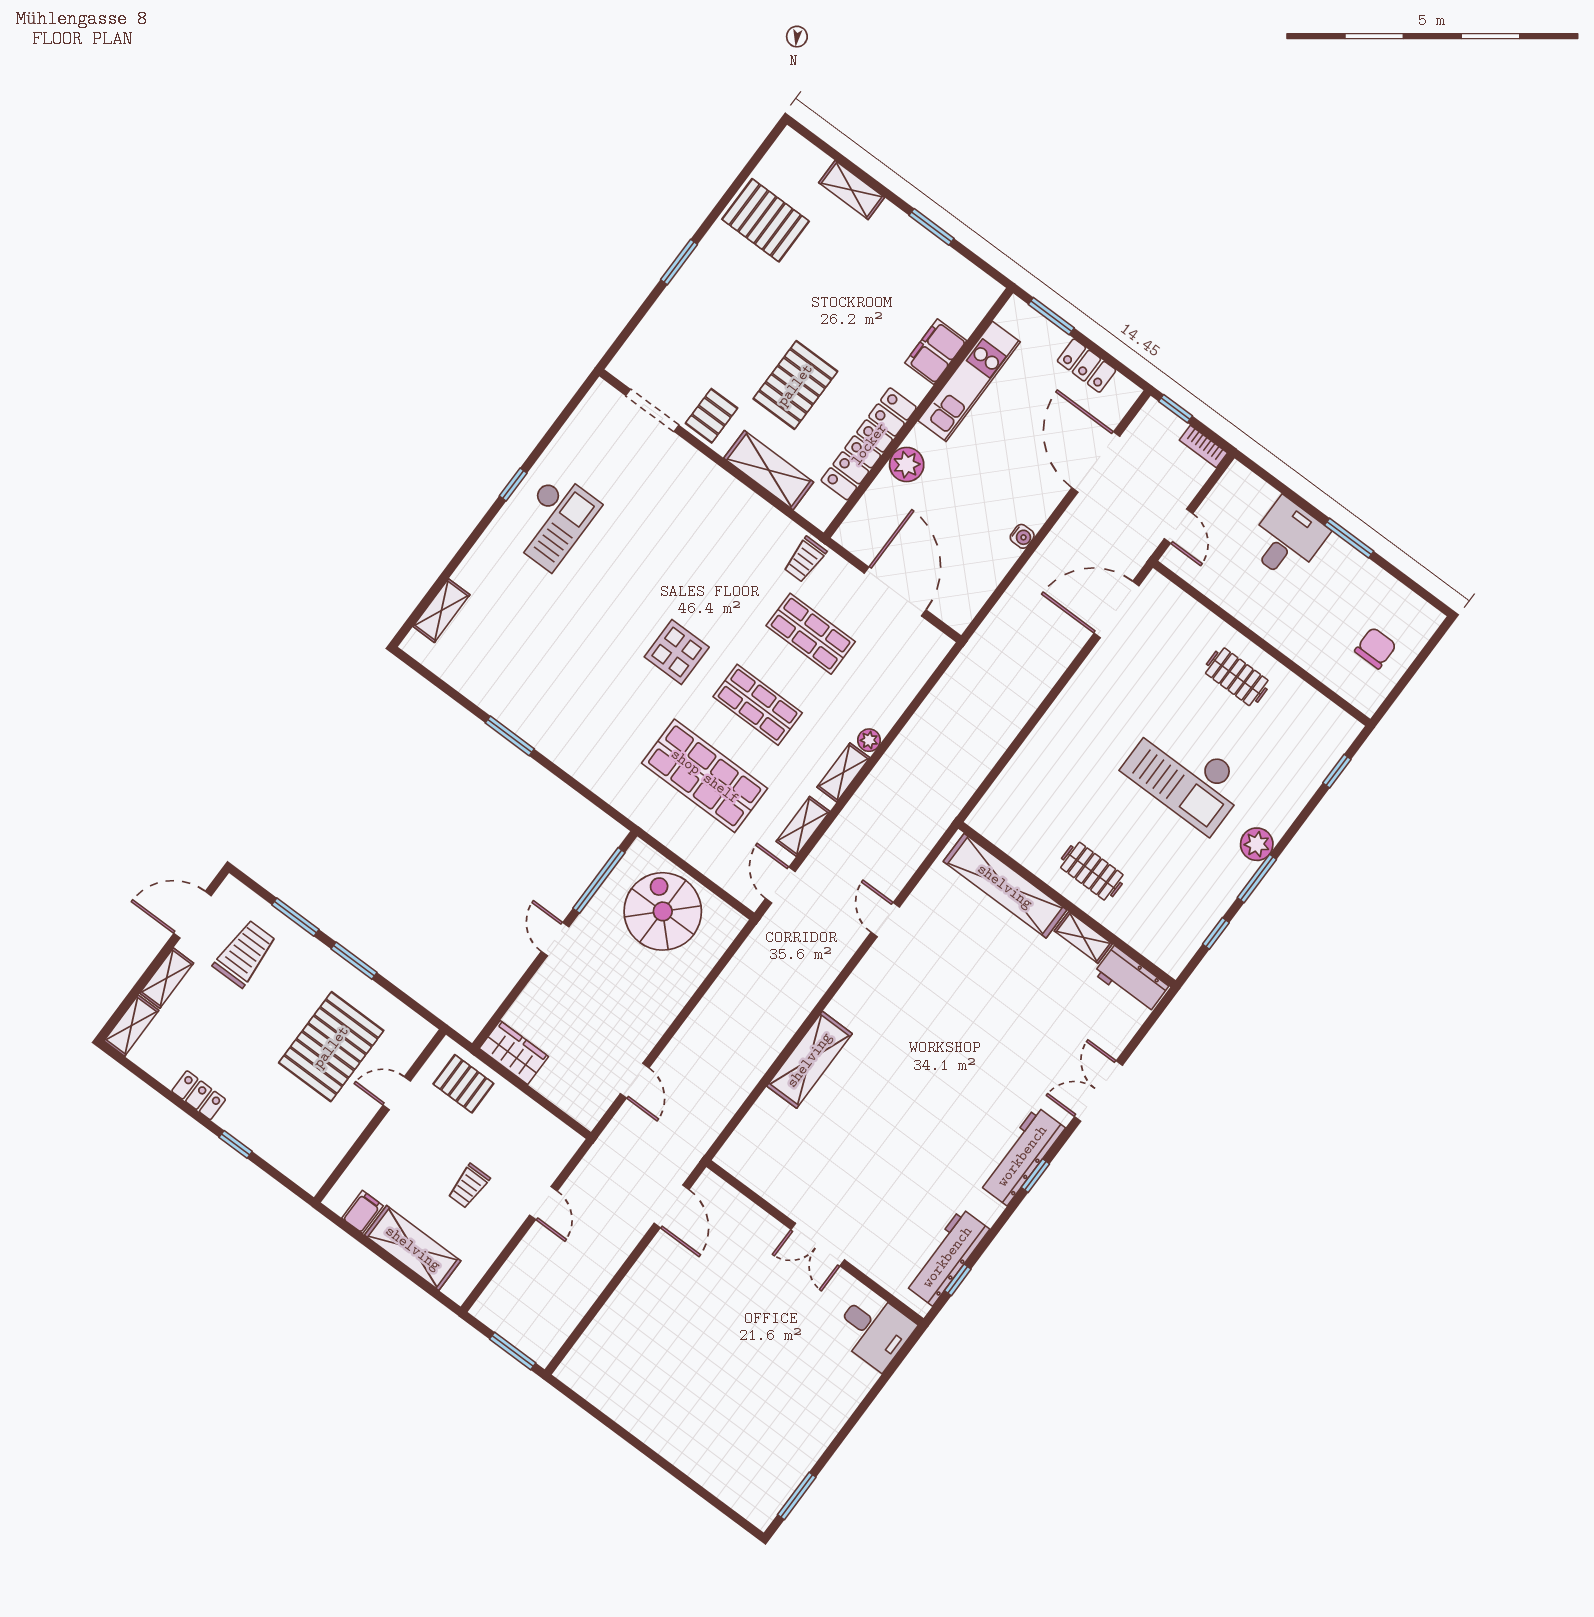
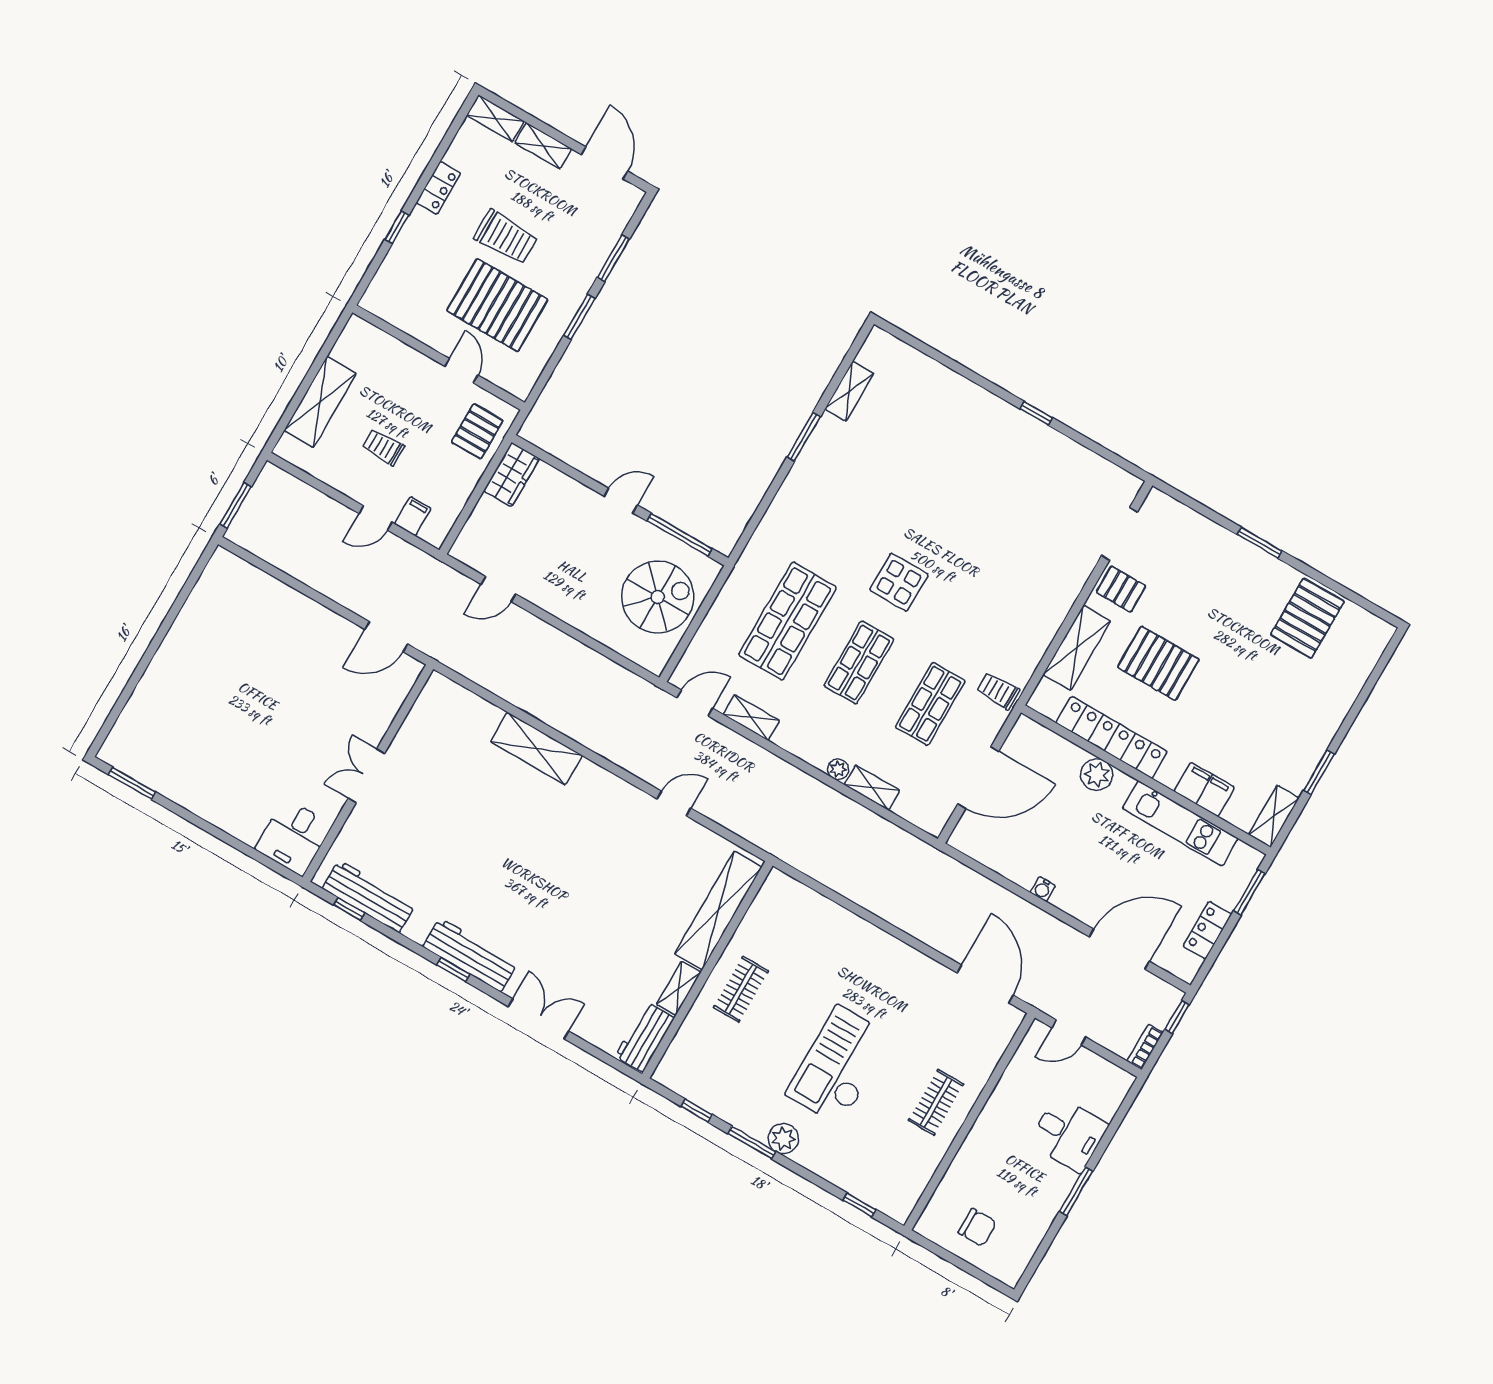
shelving: (852, 190) -> (1274, 816), moved
checkout: (553, 521) -> (1007, 454), removed
shelving: (441, 611) -> (849, 391), moved, turned 90
shelving: (843, 772) -> (872, 788), moved
trolley: (245, 954) -> (506, 237), moved
filing cabinet: (363, 1212) -> (413, 516), moved, turned -90

